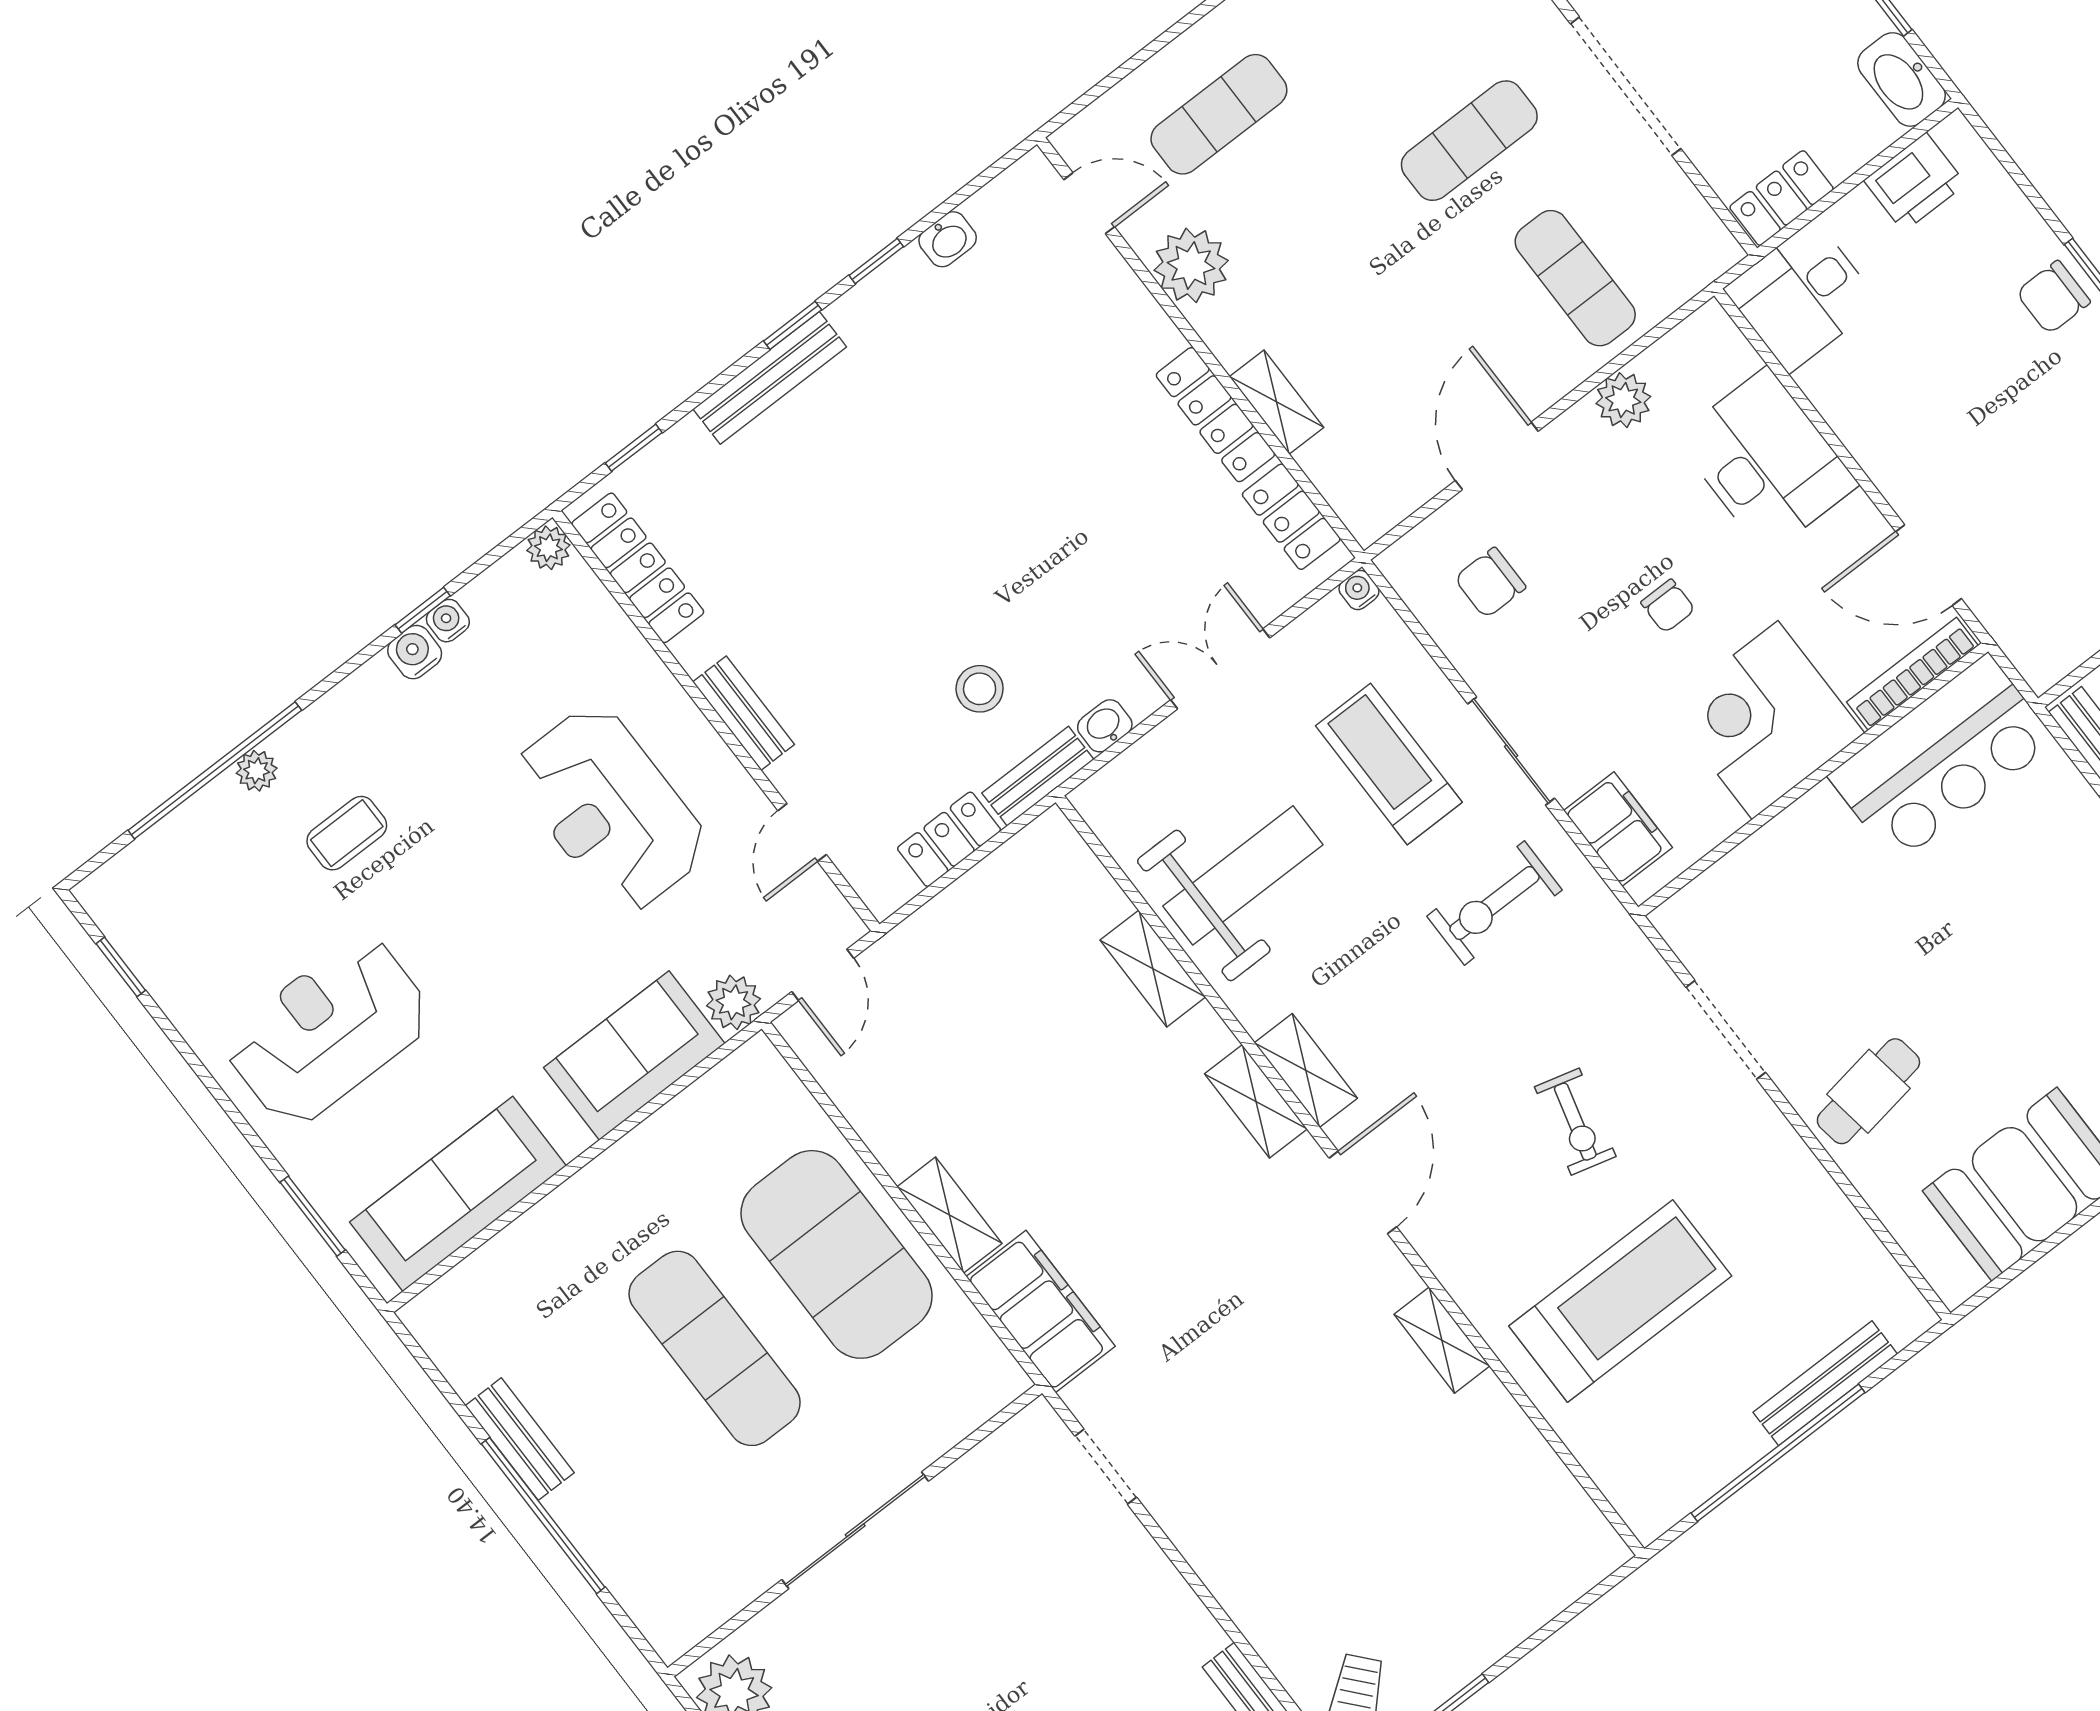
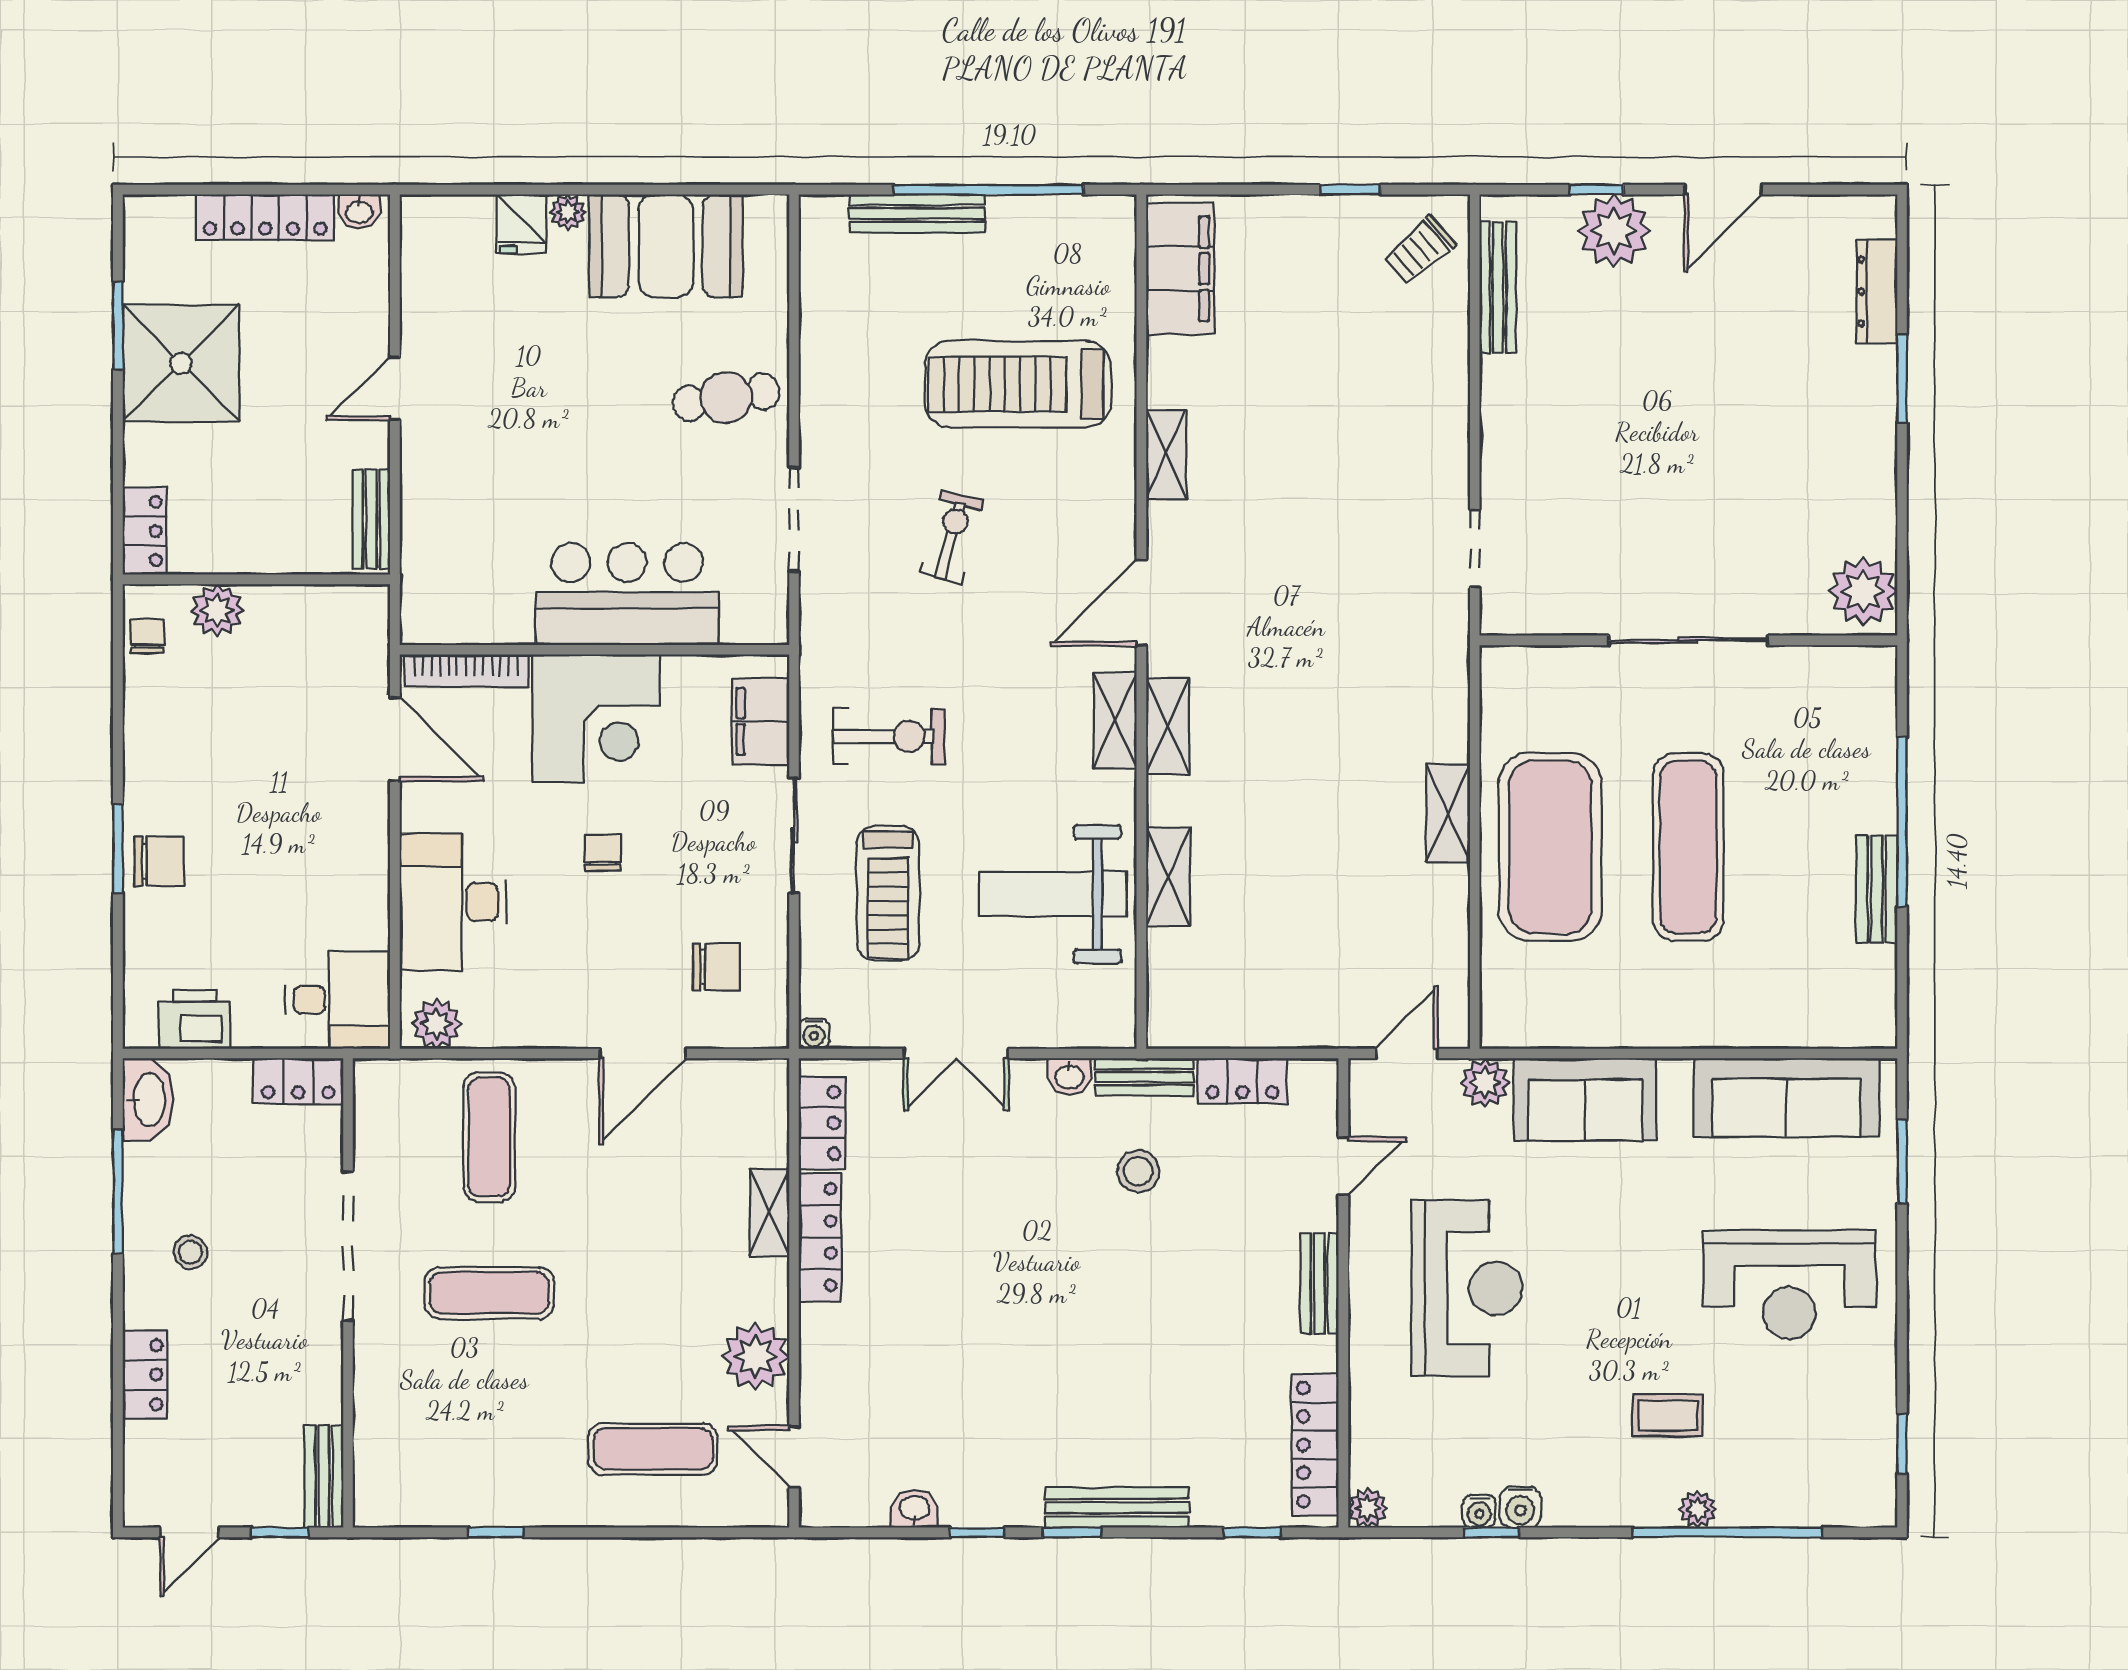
plant: (1623, 400) -> (436, 1024), moved
bar counter: (1942, 759) -> (627, 594), moved
filing cabinet: (1041, 1311) -> (1180, 269), moved, turned 180

